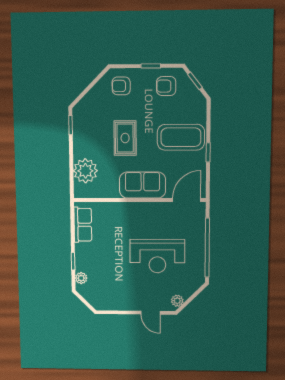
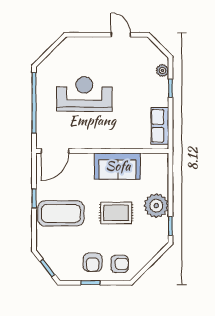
armchair: (166, 86) -> (93, 262), moved, turned 90
rug: (125, 138) -> (116, 213), turned 90
plant: (85, 171) -> (156, 206), moved
sofa: (142, 185) -> (118, 166), moved
plant: (177, 301) -> (64, 48), removed
door: (151, 313) -> (121, 35), moved

